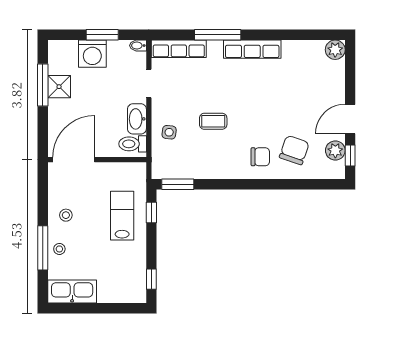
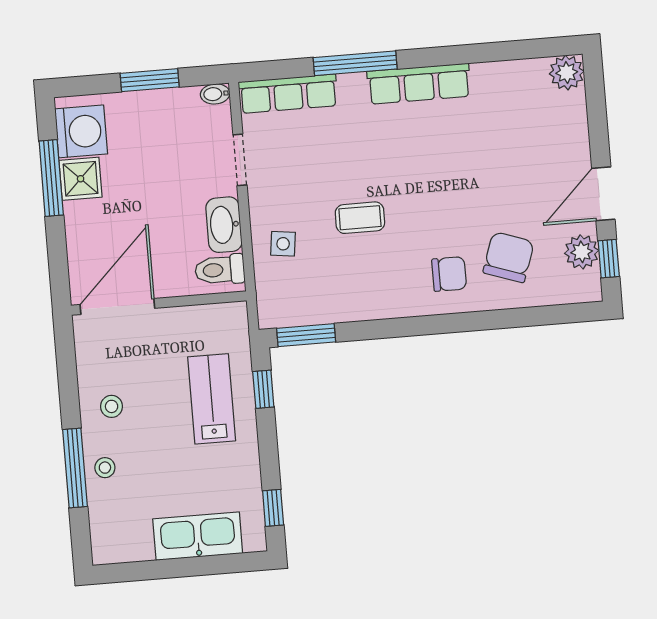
washing machine: (92, 54) -> (81, 131), moved, turned -90
kitchen sink: (72, 292) -> (198, 536), moved

